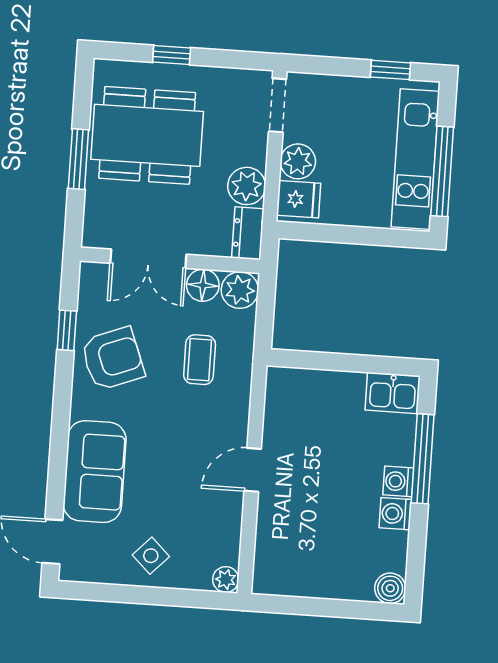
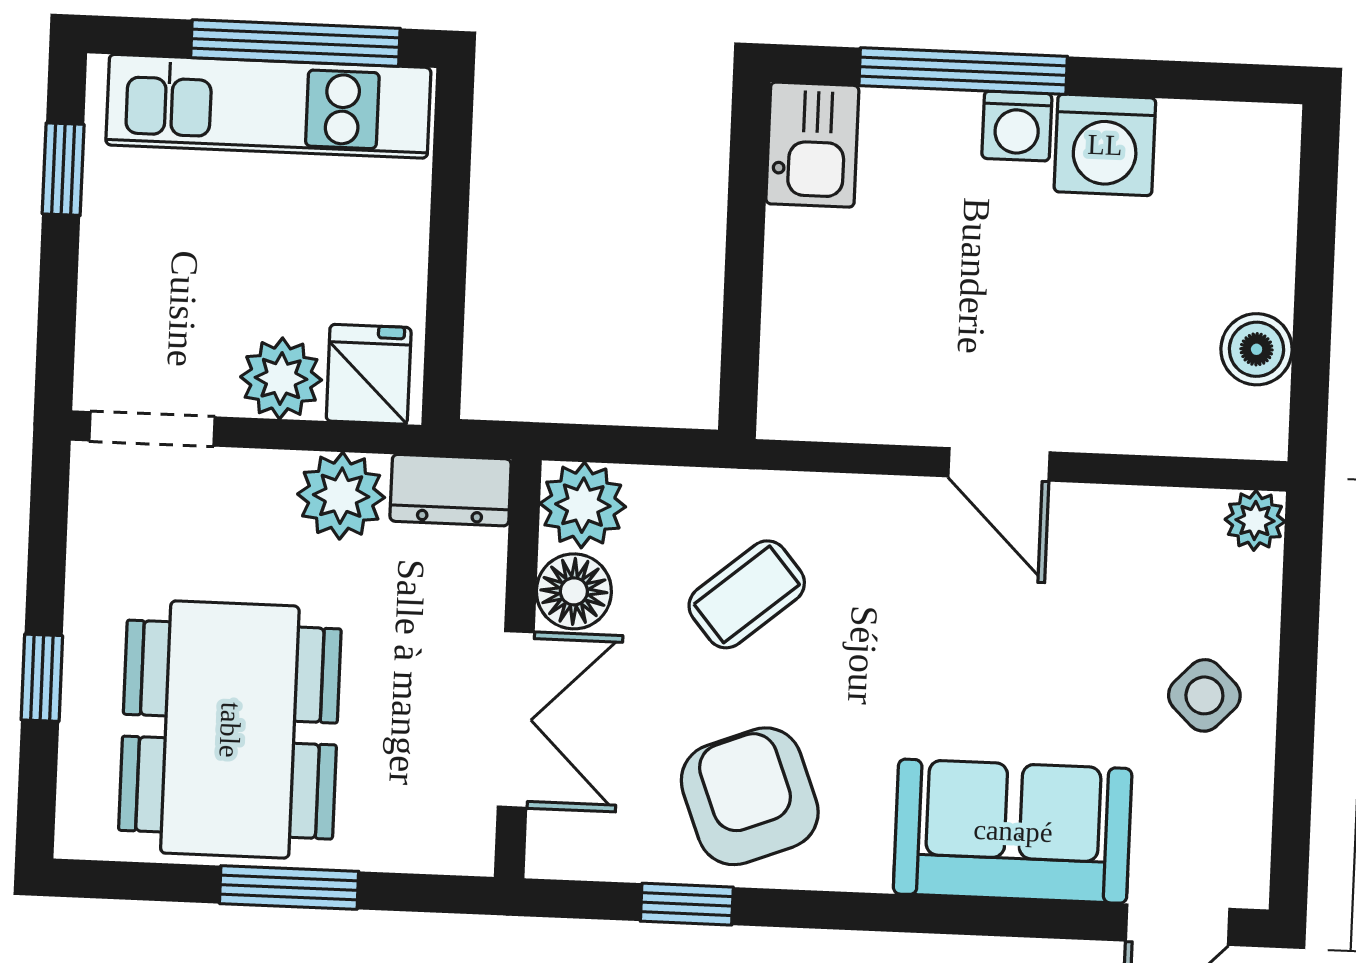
coffee table: (200, 360) -> (747, 594), turned -40
washing machine: (395, 514) -> (1105, 145), width x1.38, depth x1.38
boiler: (390, 588) -> (1257, 349), moved

